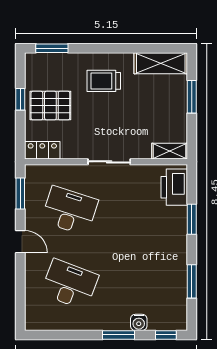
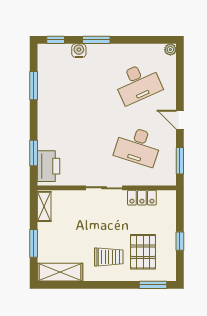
pallet: (50, 106) -> (143, 252), moved, turned 90
locker: (42, 150) -> (142, 198), moved
shelving: (170, 151) -> (44, 206), moved, turned 90
window: (192, 219) -> (34, 153), moved
desk: (70, 284) -> (138, 83), turned -45
plant: (32, 324) -> (170, 50), added

